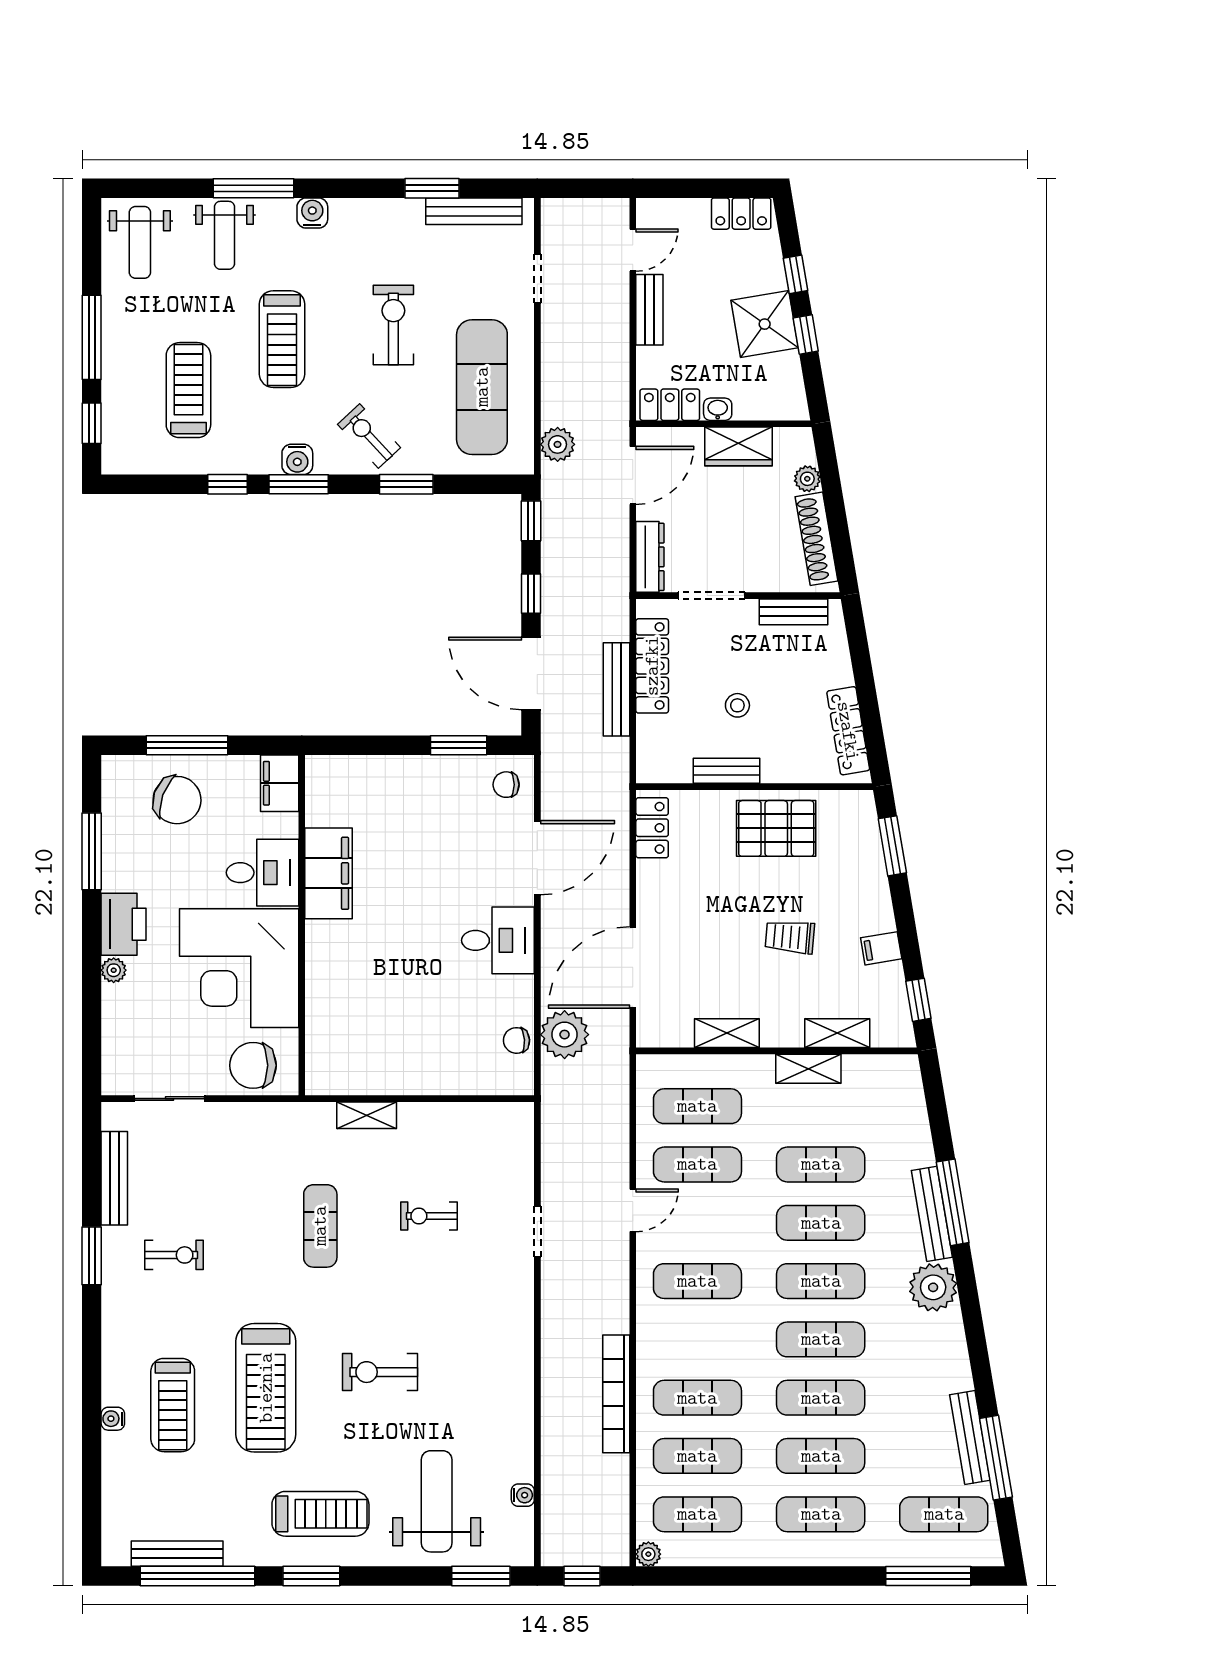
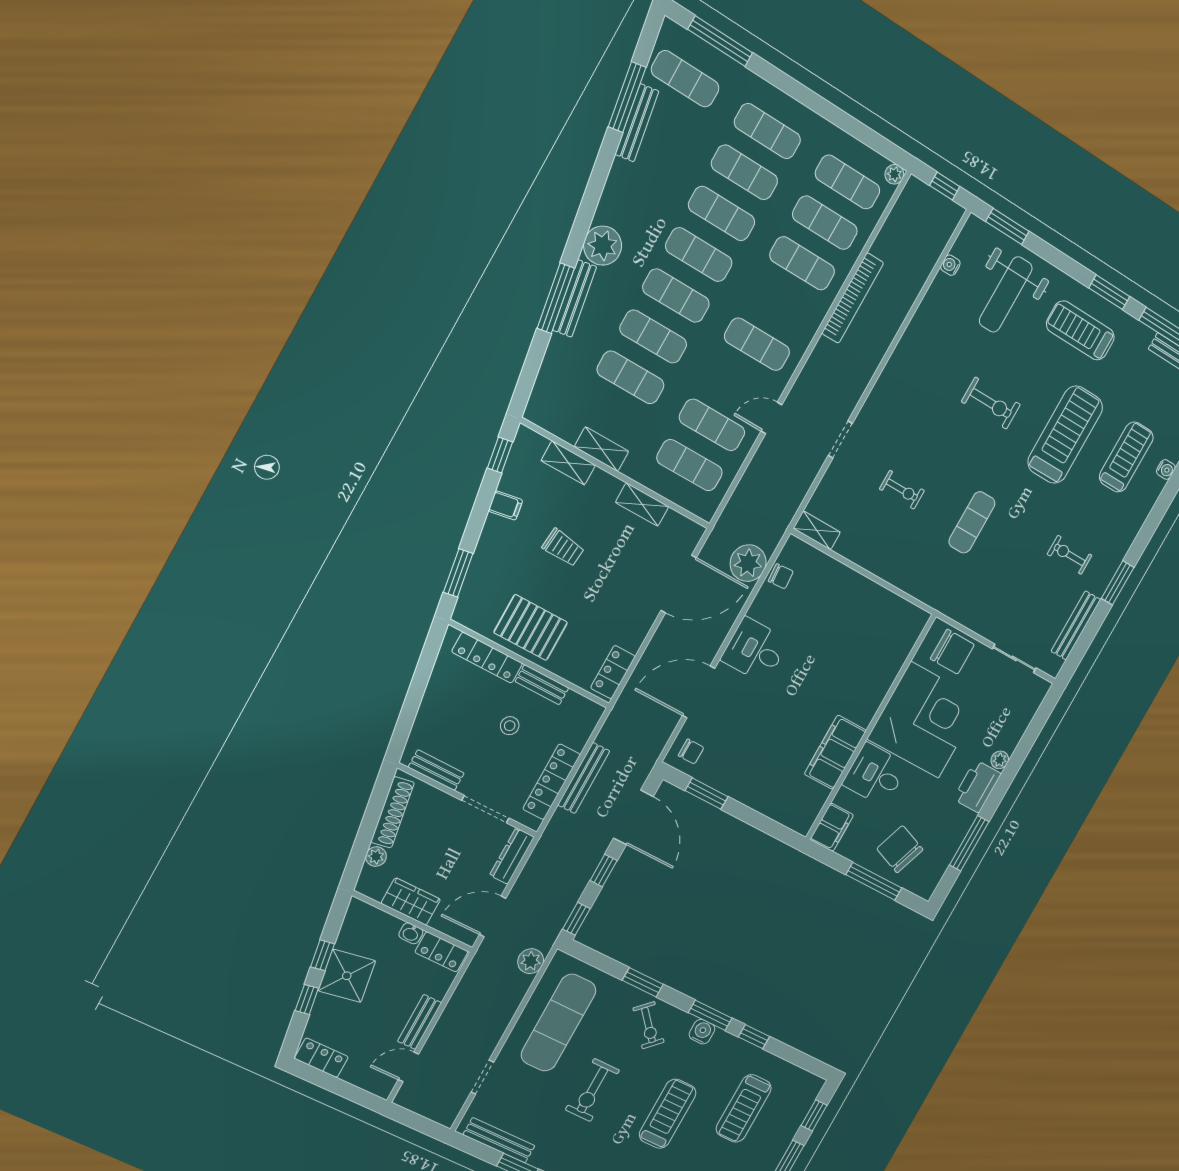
locker: (848, 731) -> (487, 658), moved, turned 100
shelving: (367, 1115) -> (817, 530), moved

